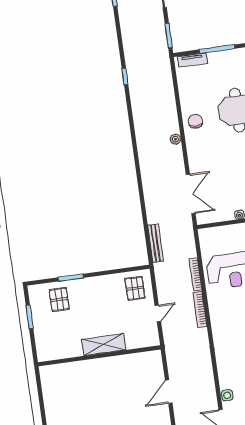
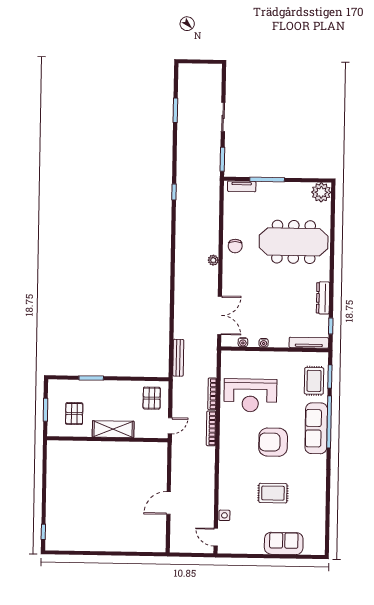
chair: (195, 121) -> (235, 246), turned 180
water cooler: (218, 217) -> (243, 342), added
pallet: (59, 299) -> (74, 414), moved
shelving: (104, 345) -> (113, 429), moved
wall: (99, 356) -> (107, 439), moved

